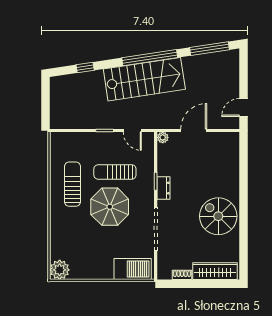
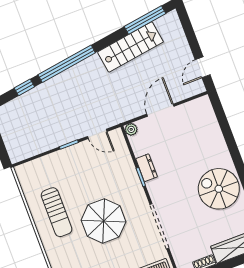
window: (150, 58) -> (67, 64), moved
stairs: (144, 79) -> (130, 47), moved, width x0.73, depth x0.66
sun lounger: (115, 172) -> (95, 183), removed
sun lounger: (72, 184) -> (57, 212), turned 180
dresser: (163, 188) -> (147, 168), moved

